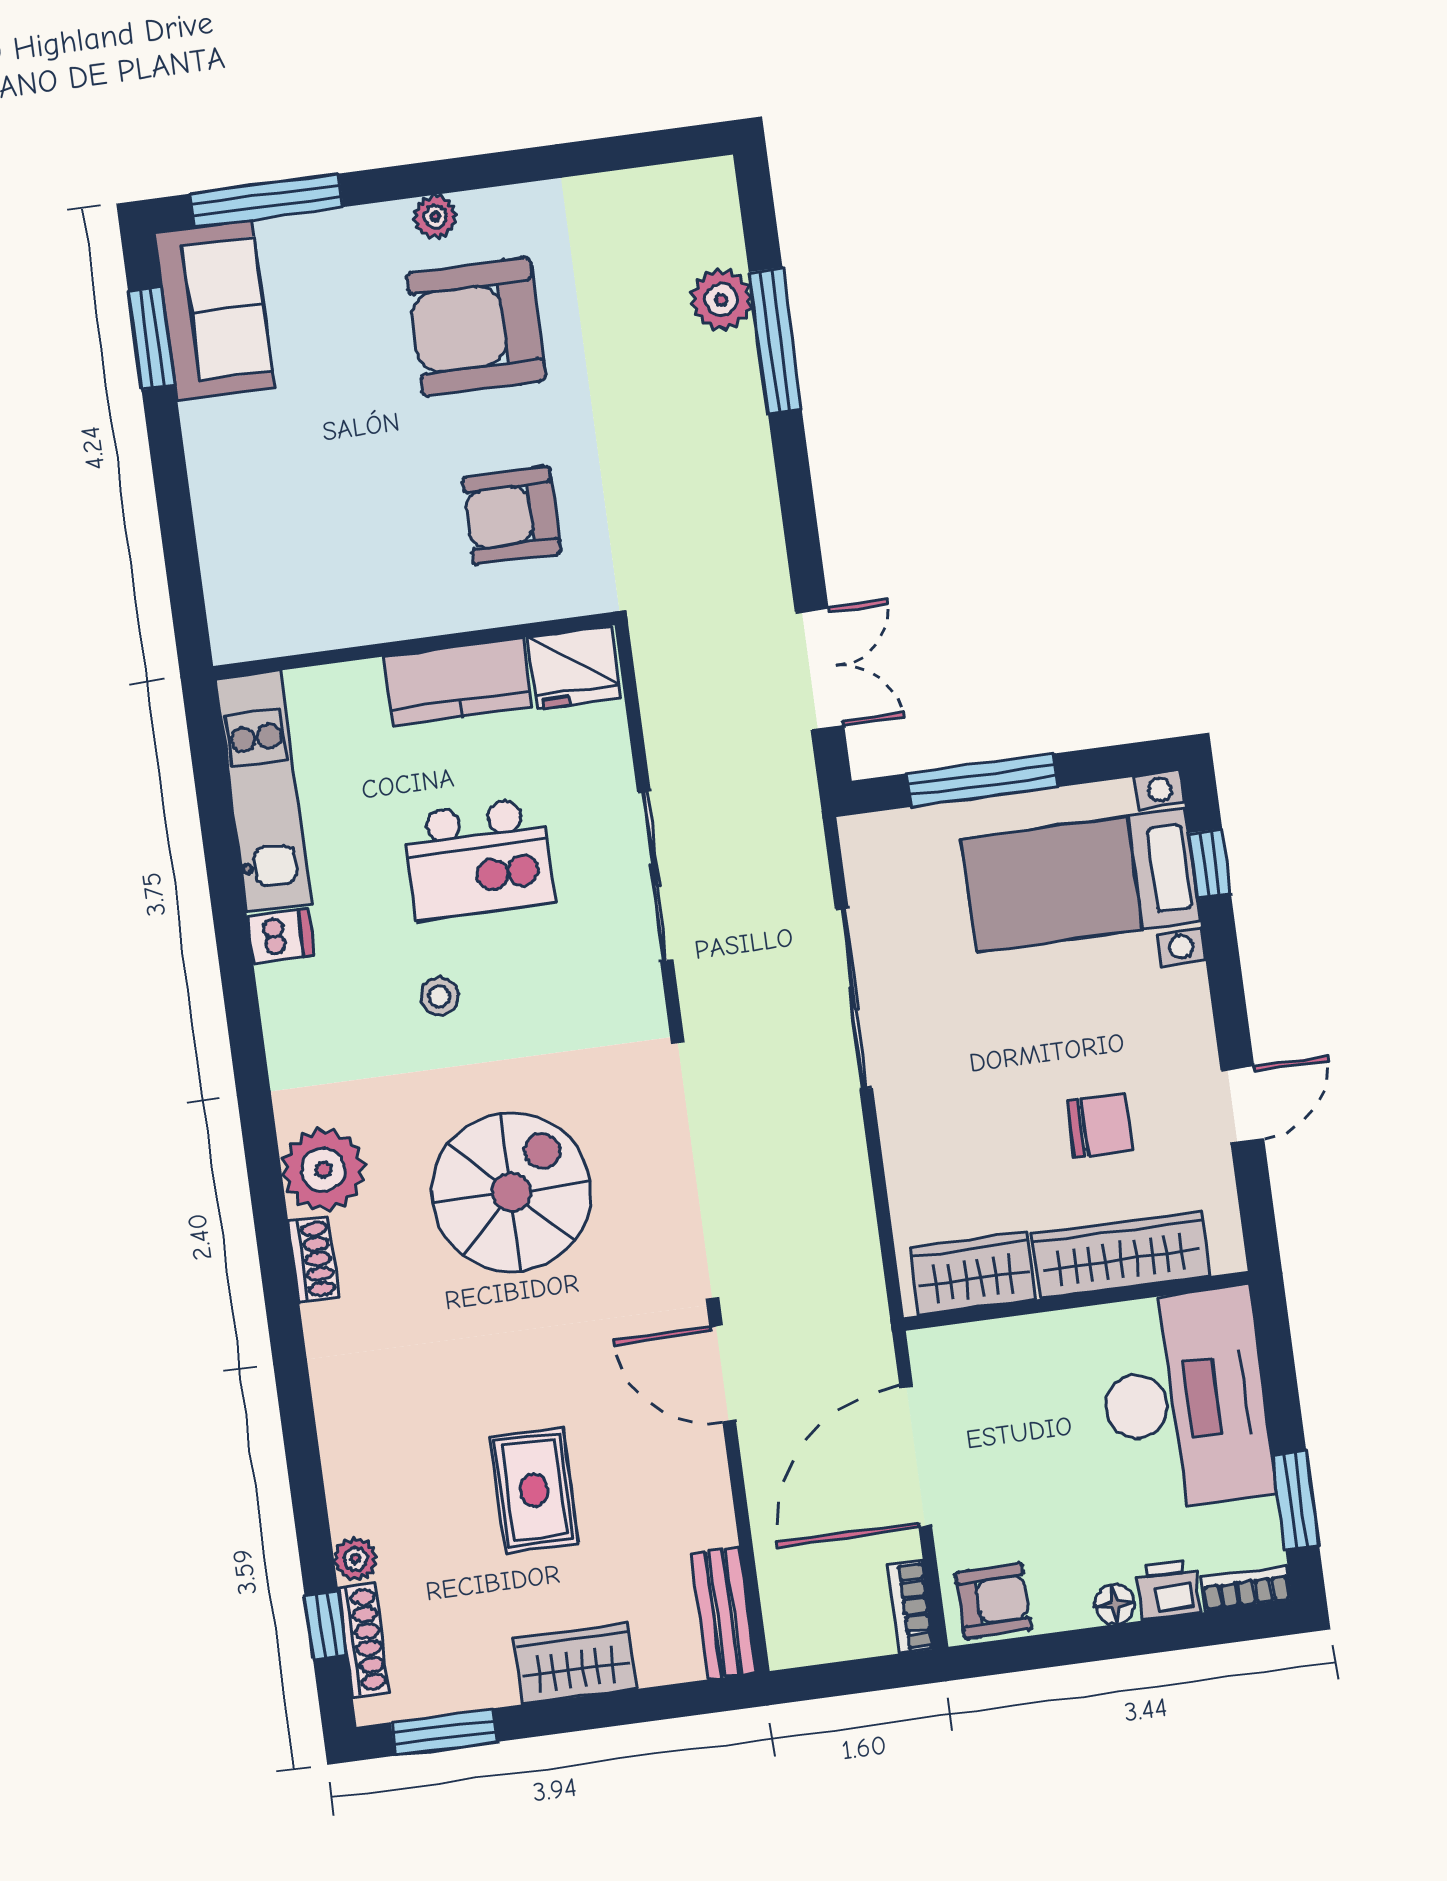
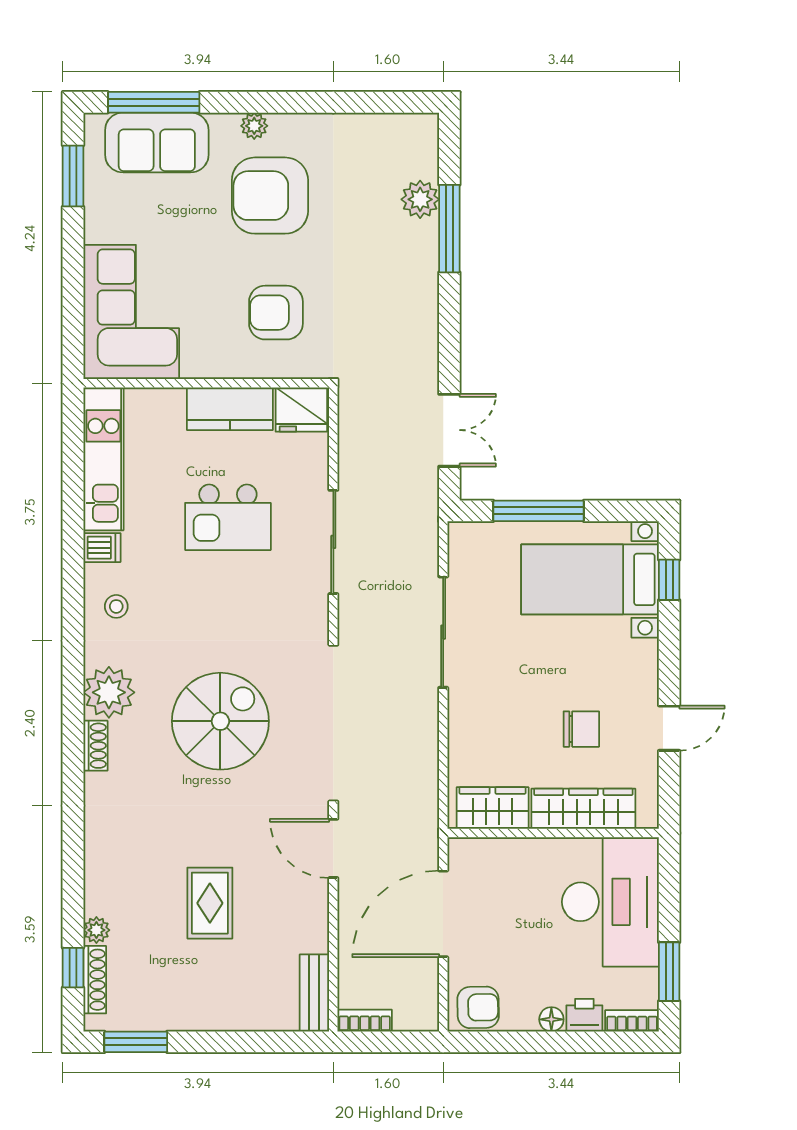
sofa: (215, 310) -> (157, 142), moved, turned 90
corner sofa: (276, 546) -> (131, 312), added
stool: (439, 996) -> (116, 606), moved
bookcase: (911, 1607) -> (365, 1021), moved, turned 90
wardrobe: (575, 1664) -> (220, 1011), removed

